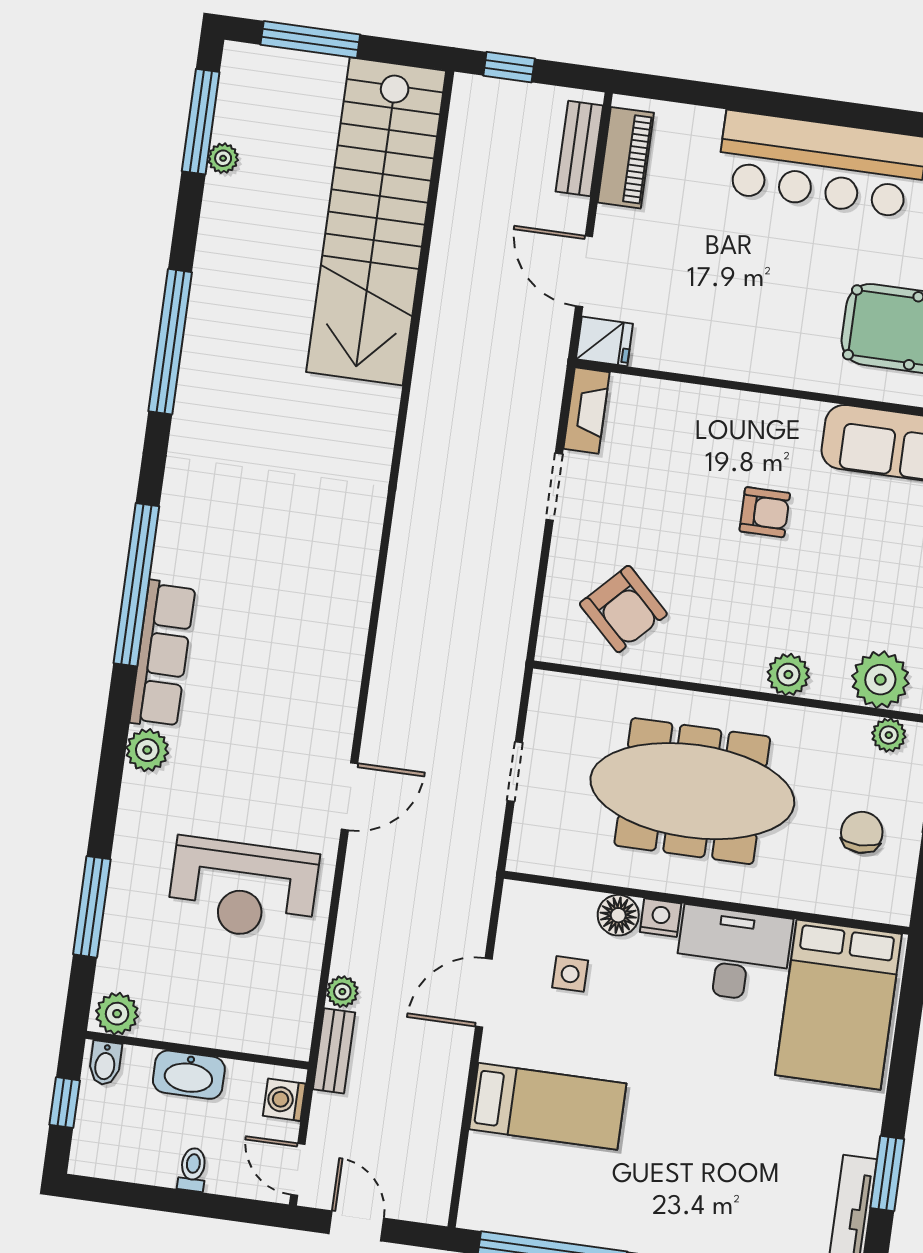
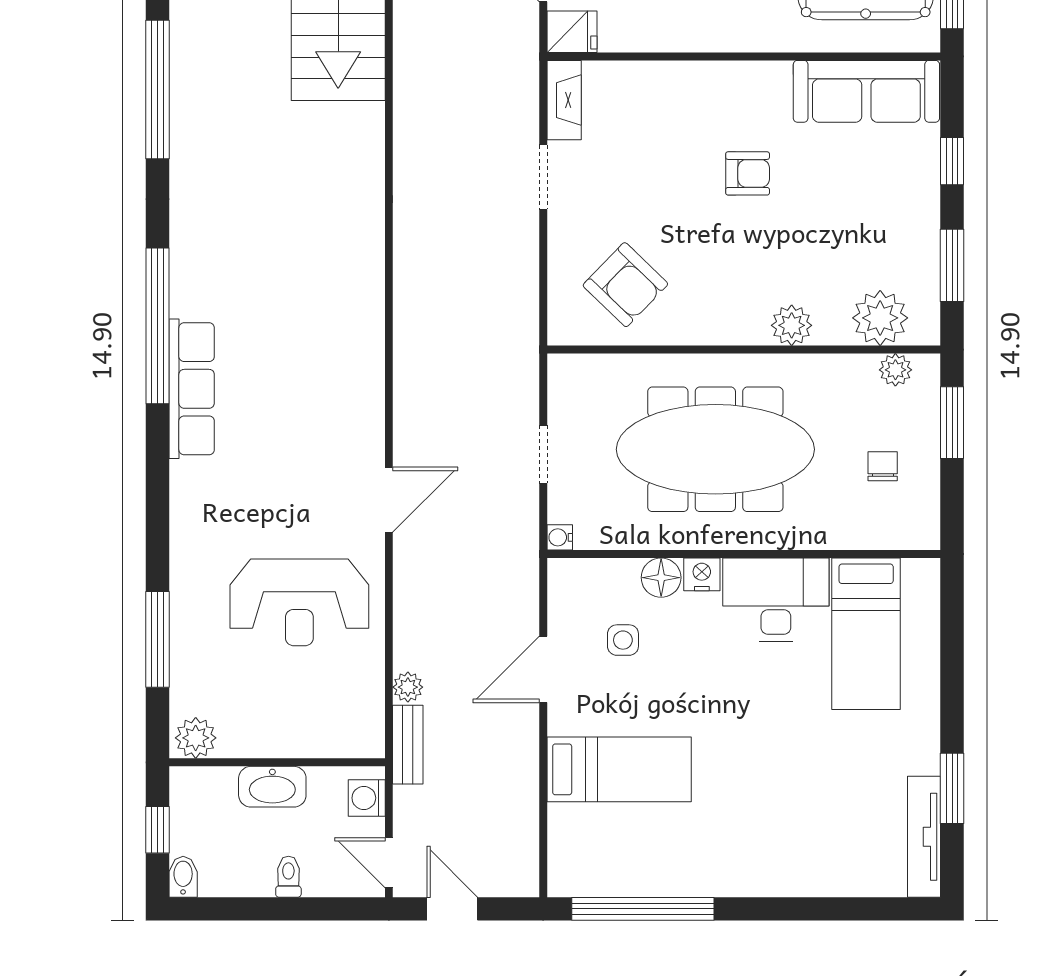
plant: (147, 750) -> (190, 482), removed
chair: (862, 832) -> (883, 466), width x0.73, depth x0.73
water cooler: (520, 859) -> (560, 537), added
bed: (839, 1005) -> (866, 634), width x0.67
bidet: (105, 1063) -> (183, 877), moved, turned 180

